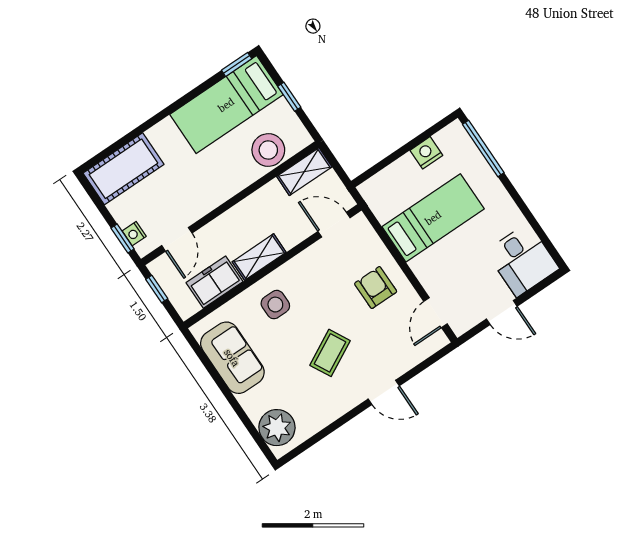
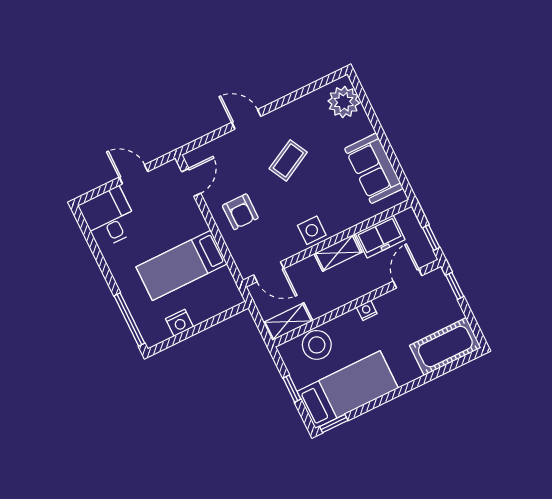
nightstand: (134, 234) -> (367, 310), moved, turned -90
side table: (275, 305) -> (312, 230), moved

